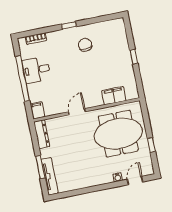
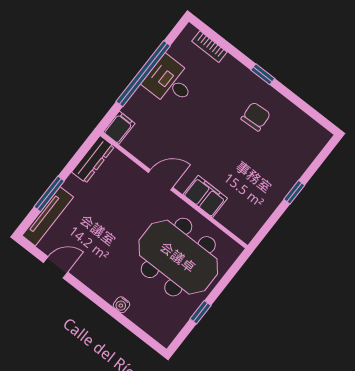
filing cabinet: (114, 96) -> (205, 196), moved
door: (135, 181) -> (56, 267), moved

